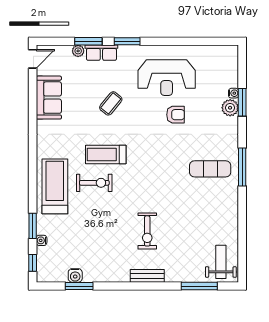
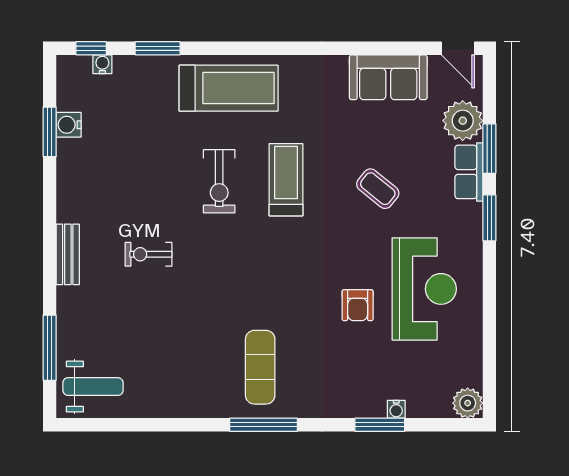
plant: (78, 51) -> (463, 121), width x1.87, depth x1.87
reception desk: (167, 78) -> (424, 289), turned 180
plant: (230, 108) -> (468, 403), moved
exercise bike: (94, 183) -> (219, 181), moved
exercise bike: (147, 231) -> (149, 254), width x0.73, depth x0.72
water cooler: (42, 240) -> (102, 64), moved

